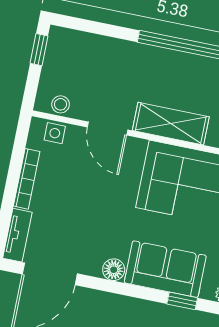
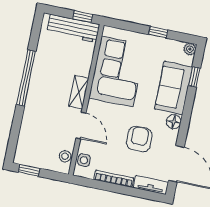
shelving: (171, 124) -> (79, 92), width x0.67, depth x0.75
door: (108, 128) -> (81, 126), hinge flipped
armchair: (87, 217) -> (139, 139), added

